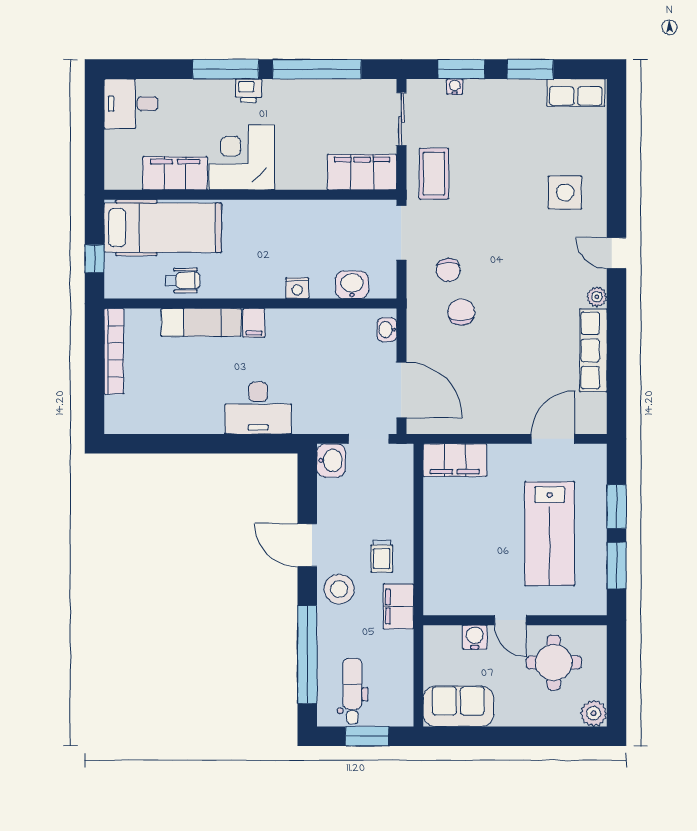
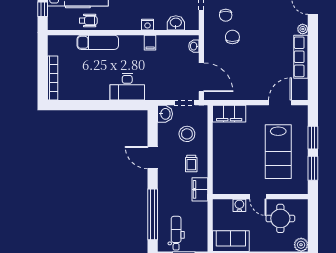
filing cabinet: (254, 323) -> (150, 43), moved
bookcase: (114, 351) -> (53, 78), moved
stool: (339, 589) -> (187, 134), moved

